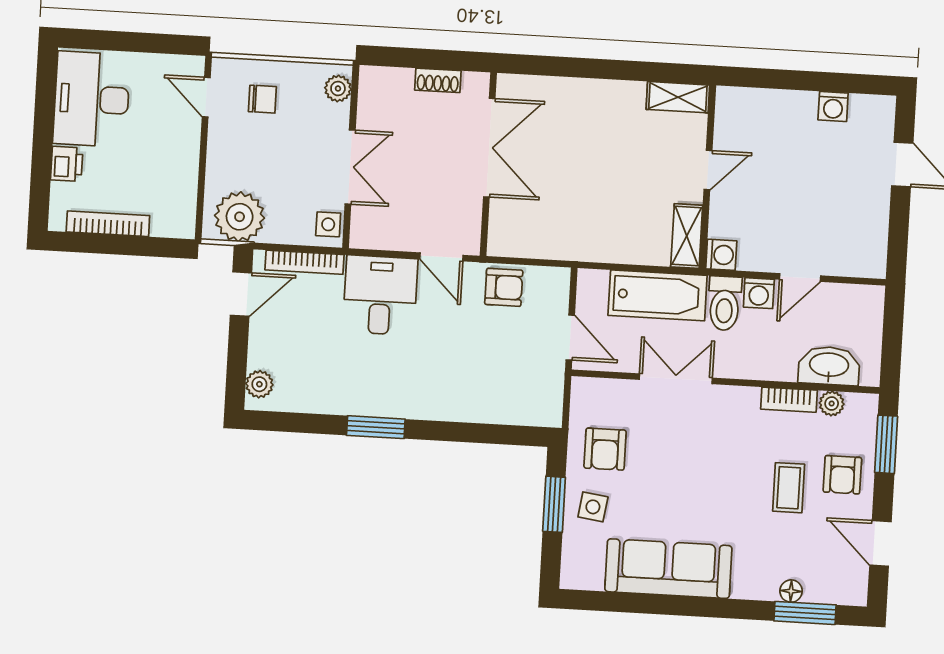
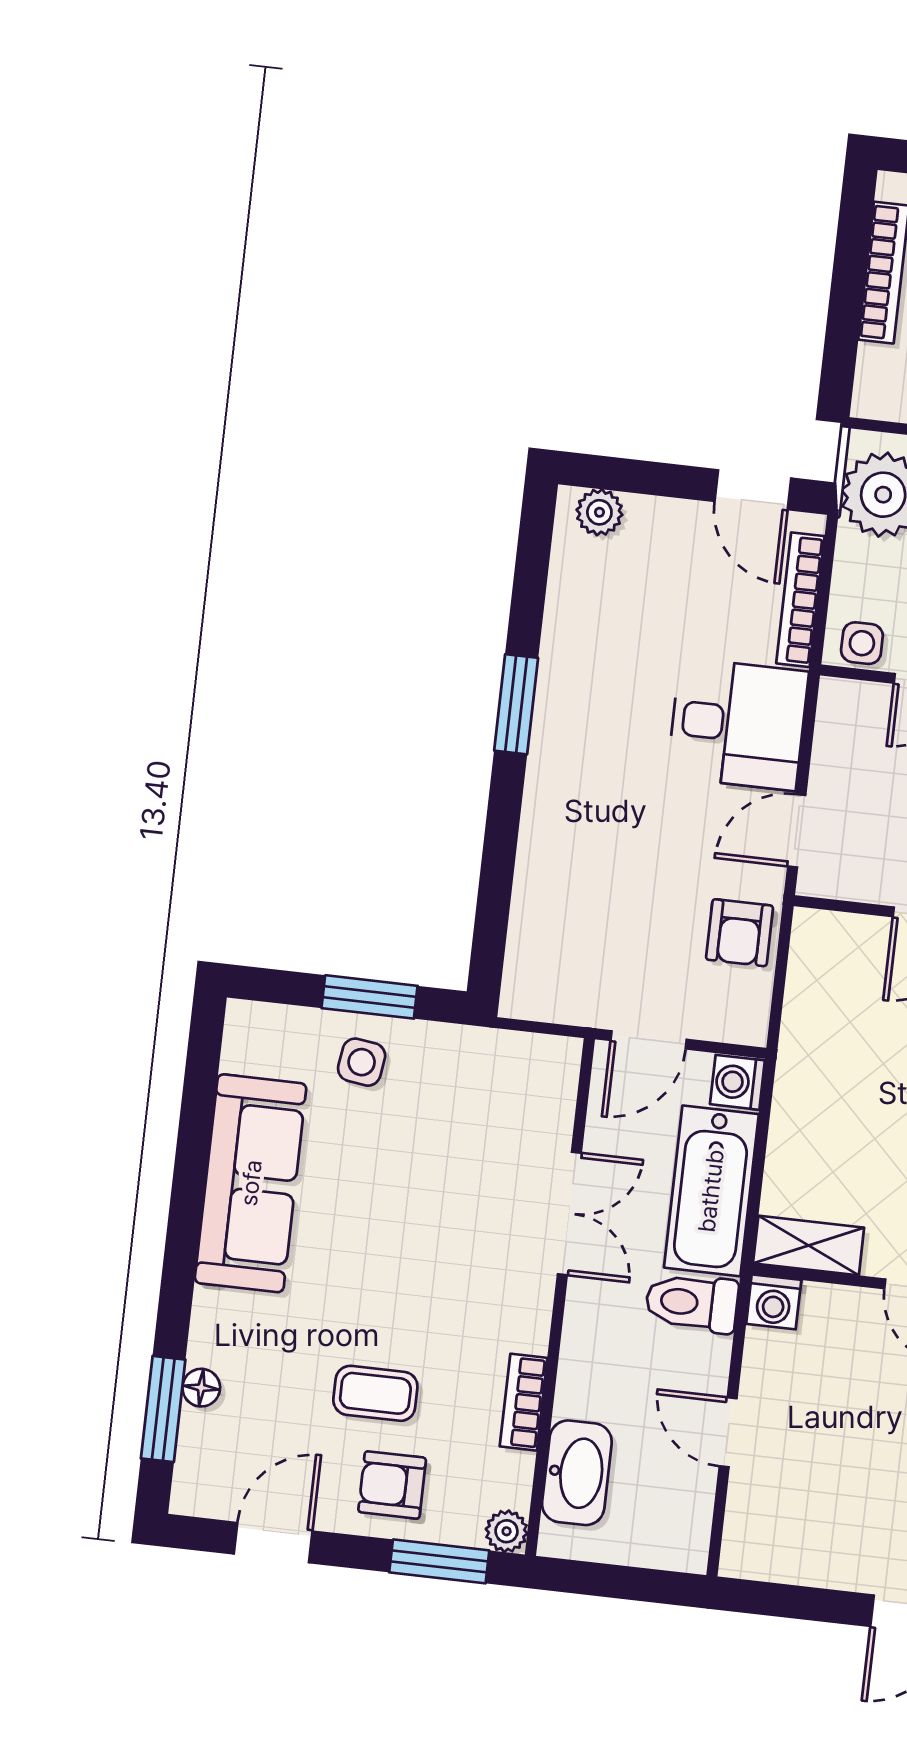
washing machine: (759, 293) -> (737, 1082), moved
plant: (832, 404) -> (507, 1531), moved
armchair: (605, 449) -> (458, 1088), removed

